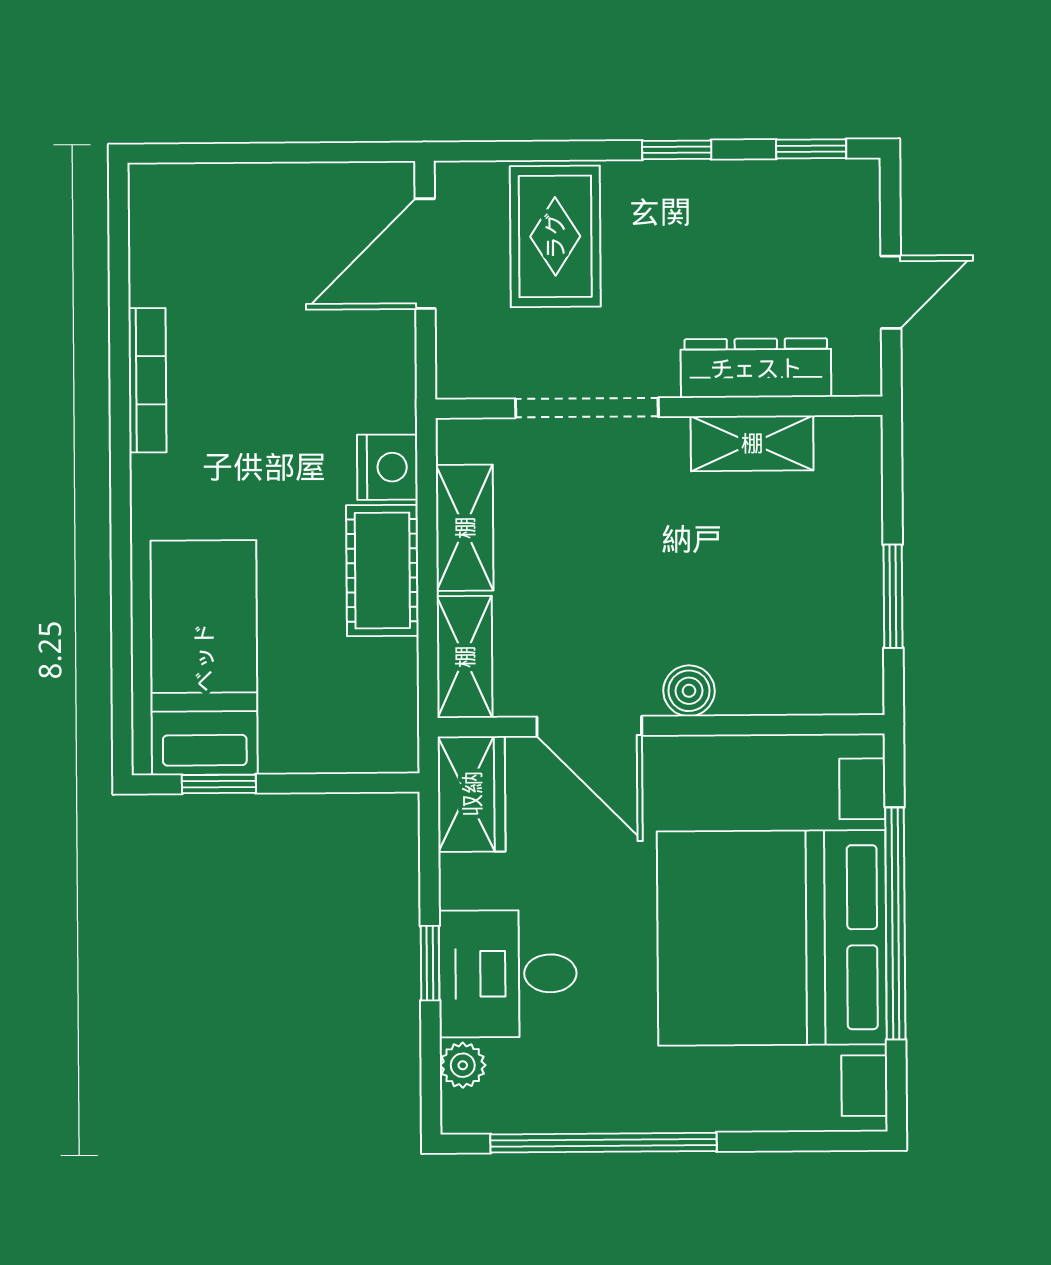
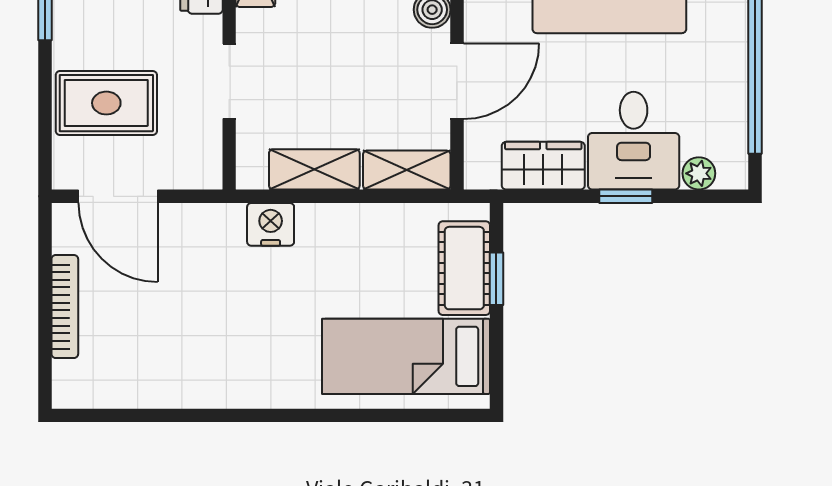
bookcase: (147, 380) -> (65, 307), moved, turned 90
doorway: (587, 408) -> (229, 81), width x0.73
cot: (382, 570) -> (464, 268), moved, turned 90
window: (219, 784) -> (496, 279), moved
wardrobe: (472, 794) -> (543, 166), moved

